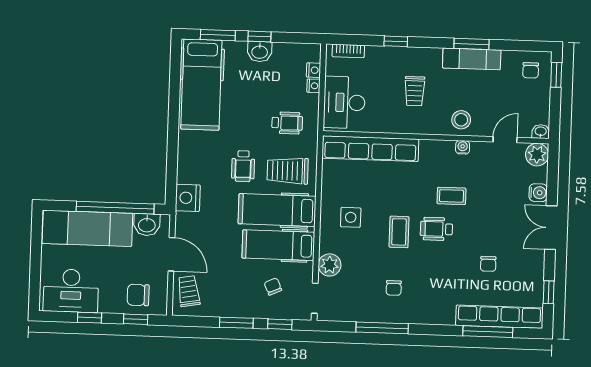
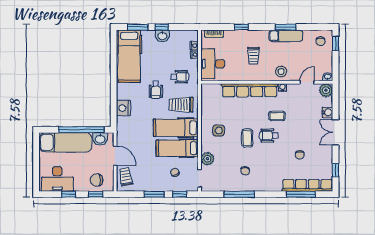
row of seats: (370, 149) -> (250, 90), moved
wheelchair: (243, 166) -> (156, 90), moved
nightstand: (188, 198) -> (123, 108), moved

